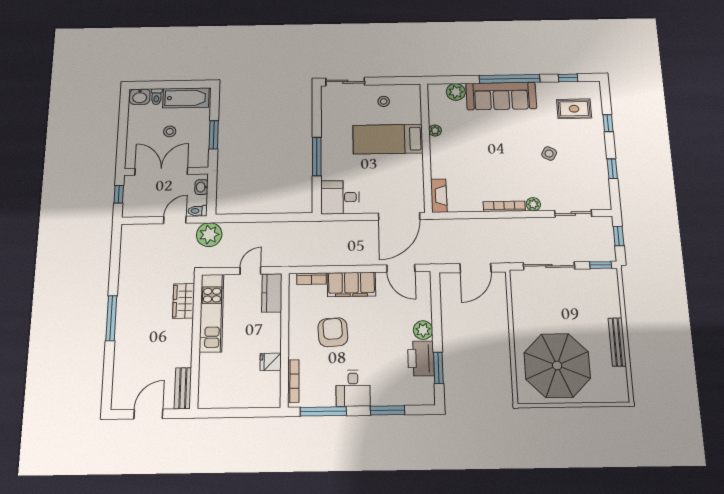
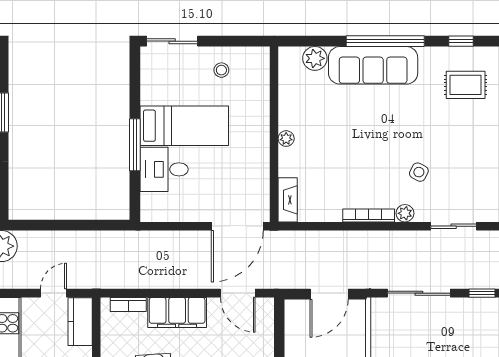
plant: (435, 131) -> (286, 139), moved
bed: (388, 139) -> (184, 126), moved, turned 180
side table: (549, 153) -> (419, 172), moved
desk: (340, 197) -> (164, 169), moved

